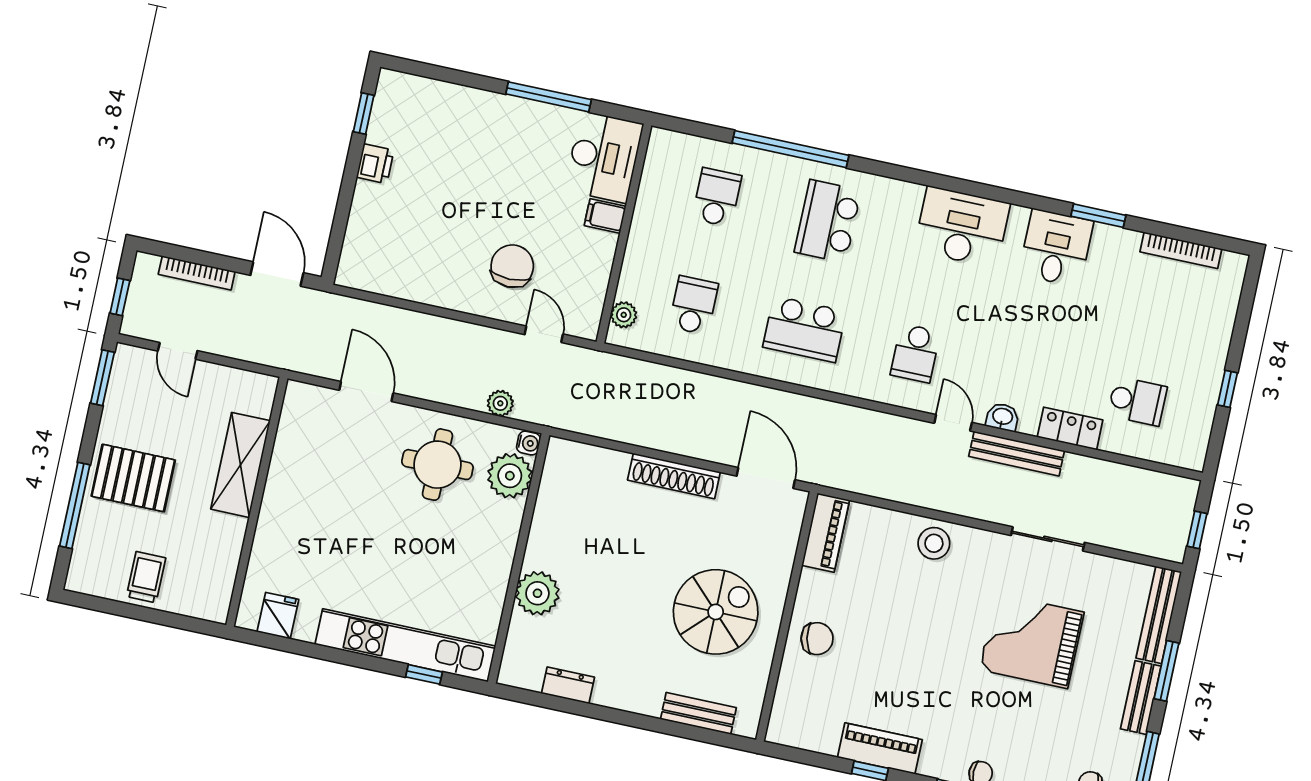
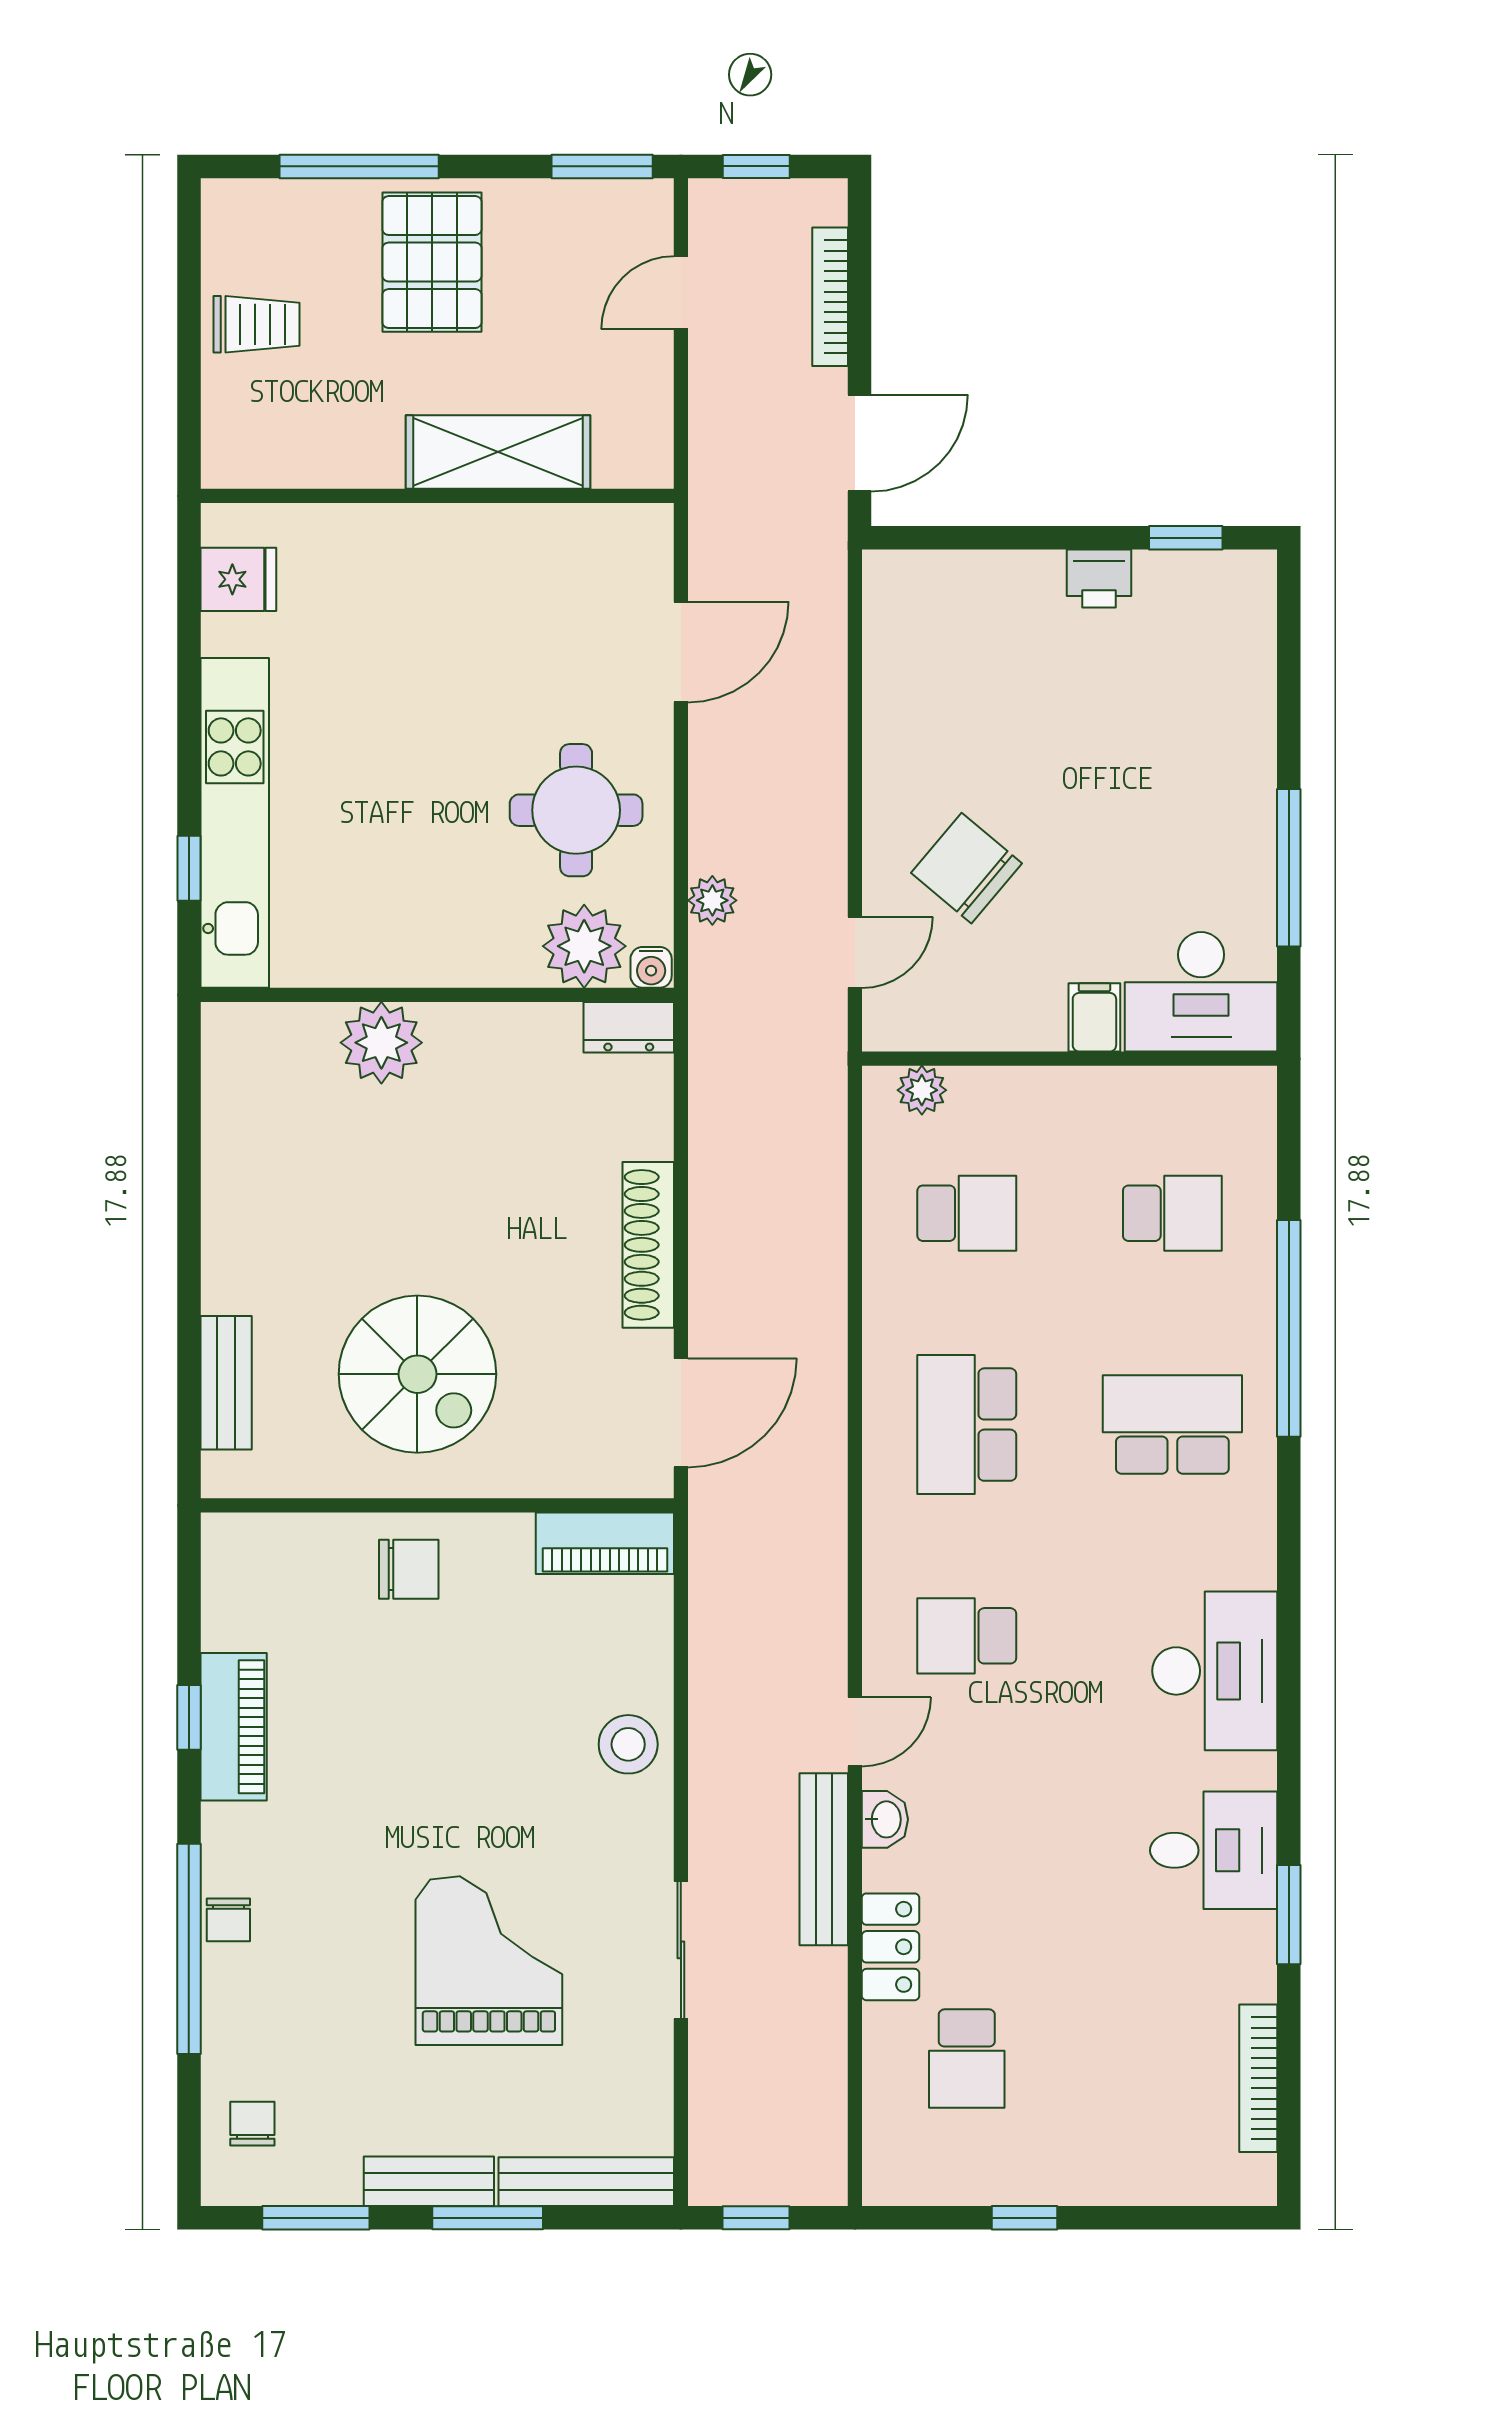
chair: (512, 266) -> (967, 868), turned -140
chair: (817, 639) -> (409, 1569), turned -79
dresser: (568, 685) -> (629, 1027), moved, turned 90

